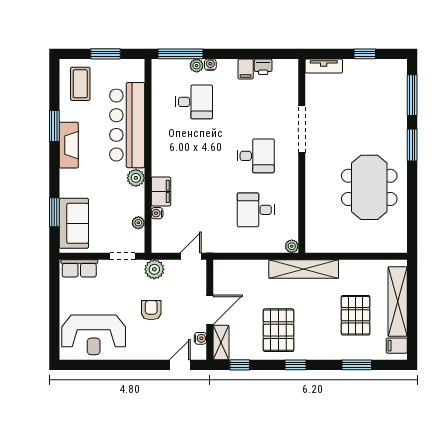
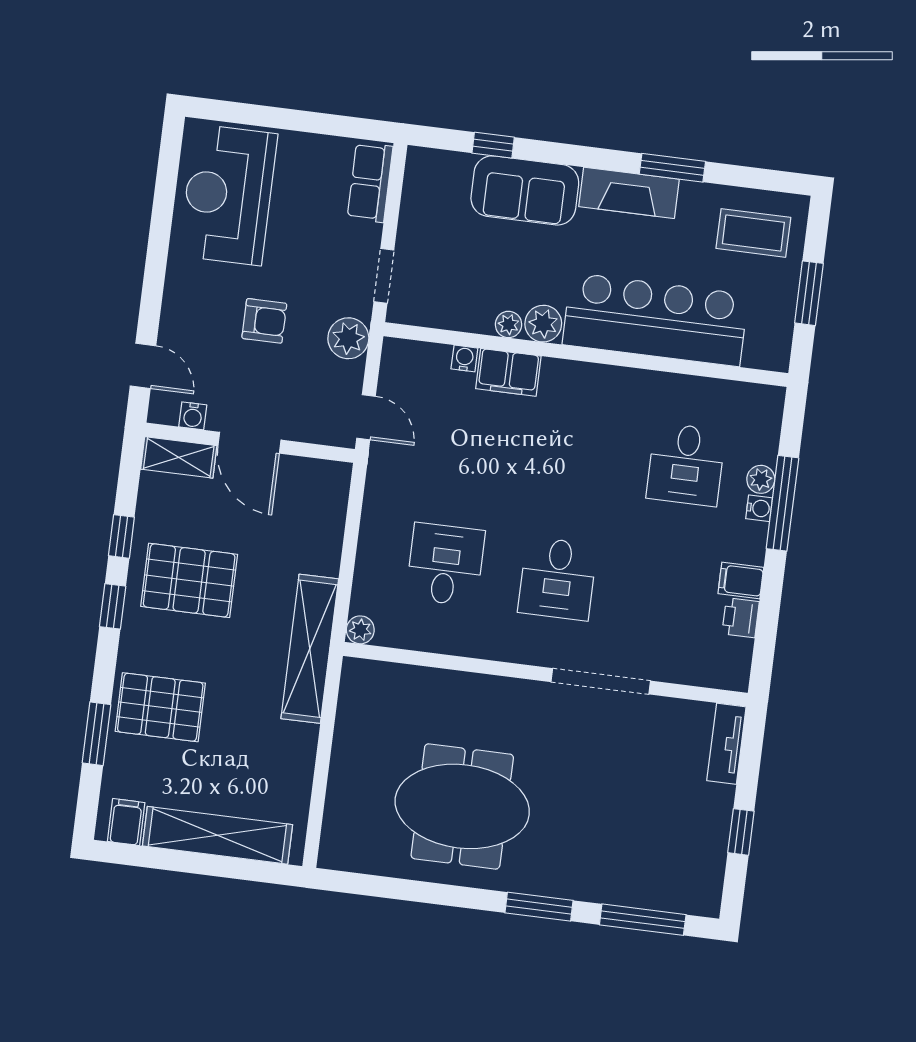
window: (180, 54) -> (782, 503), moved
window: (54, 212) -> (493, 145), width x0.67
sofa: (74, 223) -> (525, 190), moved
plant: (138, 223) -> (508, 324), moved
pallet: (356, 315) -> (160, 707), moved
window: (240, 365) -> (121, 536), moved

